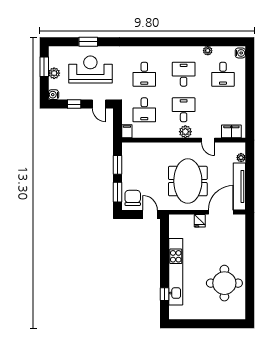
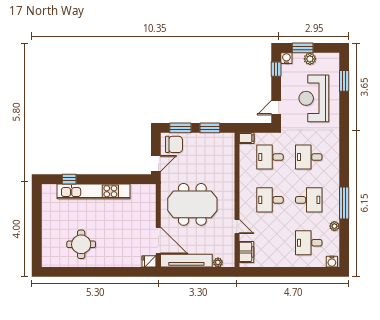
window: (88, 42) -> (344, 81), moved
window: (187, 42) -> (344, 203), added
window: (44, 67) -> (303, 48), moved
reception desk: (90, 69) -> (314, 98), turned 180
window: (74, 104) -> (276, 69), moved
desk: (184, 110) -> (270, 200), turned 180
plant: (185, 132) -> (246, 202), removed
door: (208, 140) -> (237, 227), swing flipped
fridge: (200, 221) -> (149, 261), moved
round table: (224, 283) -> (81, 244), width x0.73, depth x0.73

